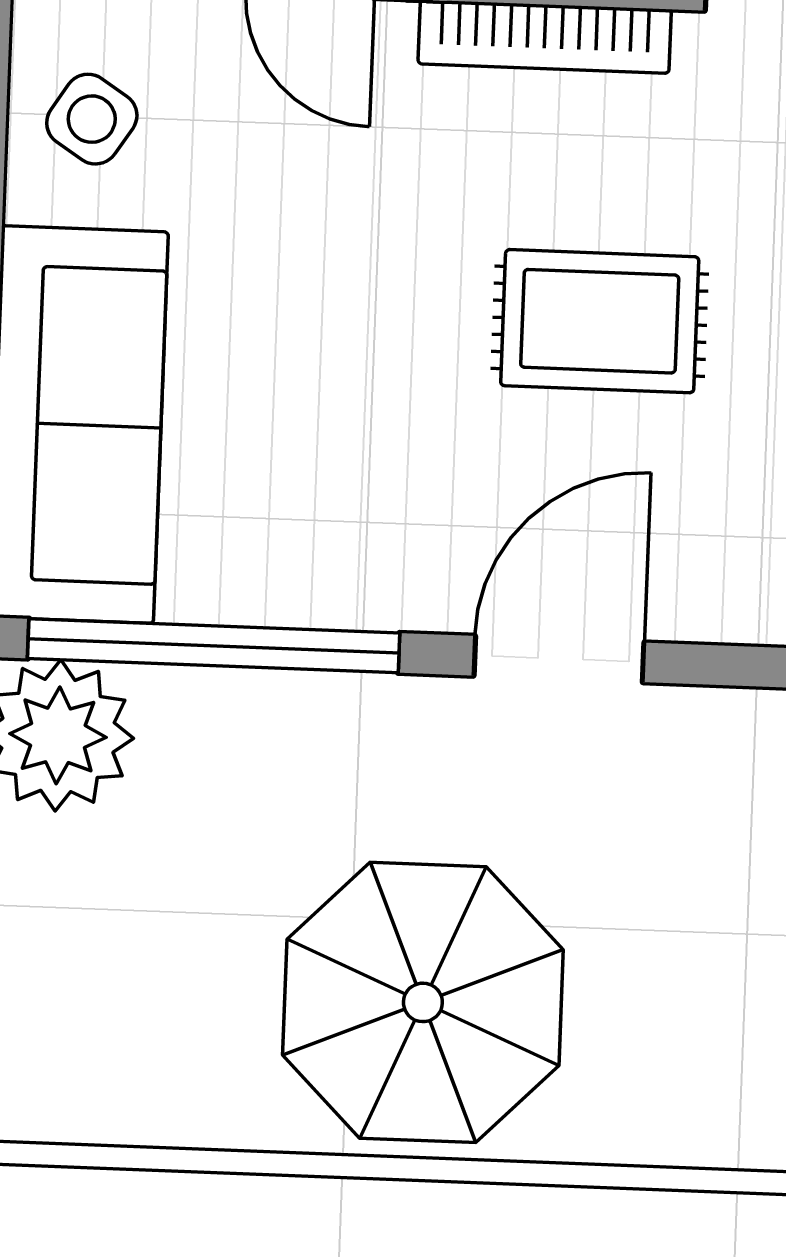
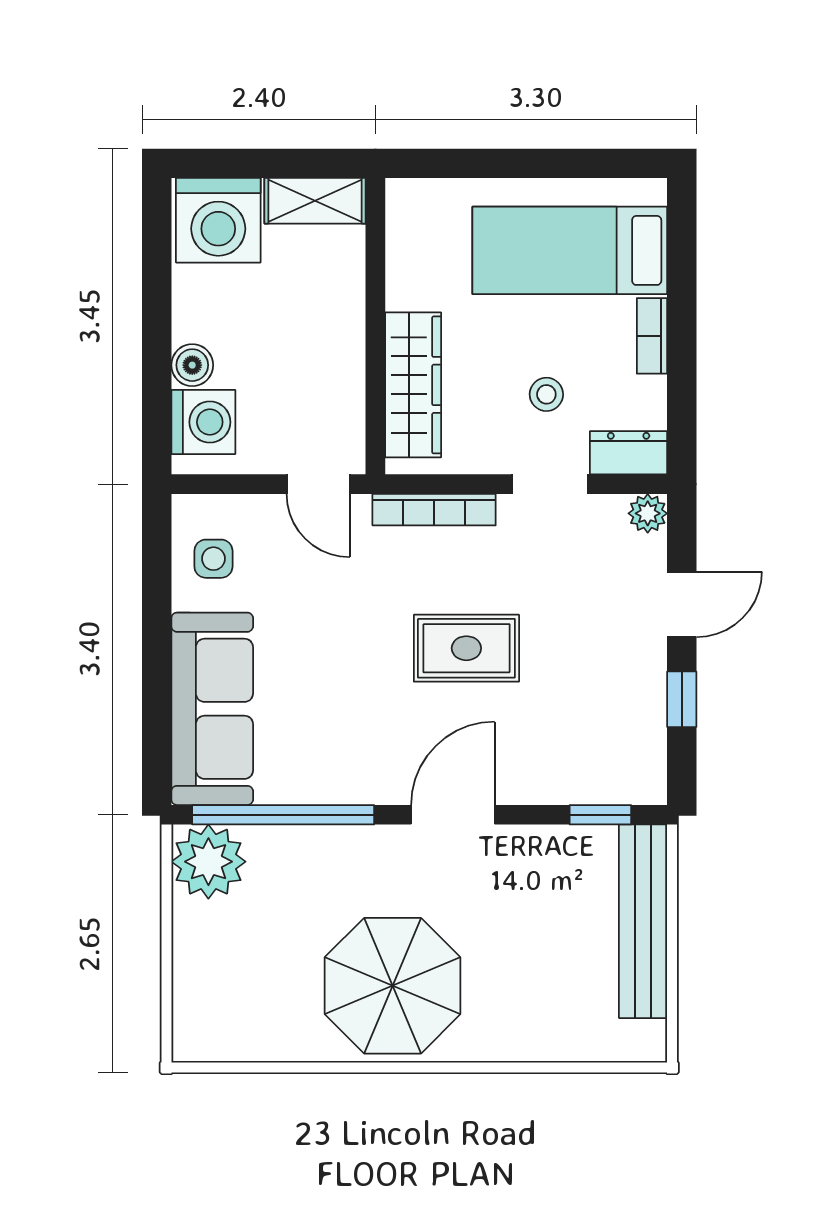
side table: (92, 119) -> (213, 559), turned -33

